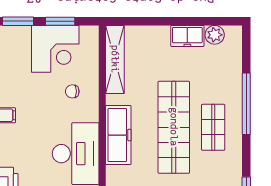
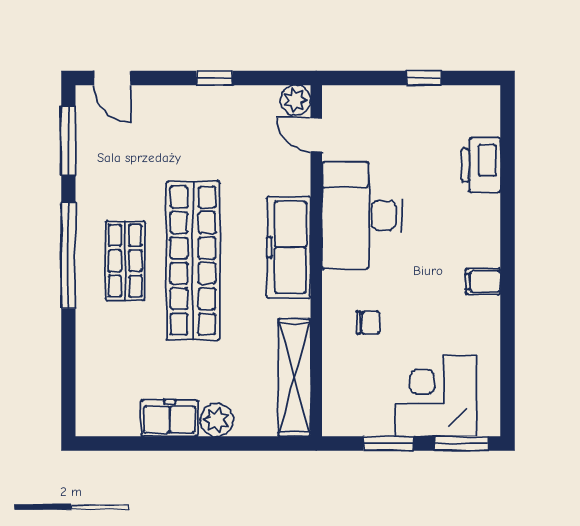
plant: (215, 35) -> (217, 420), moved
corner desk: (55, 49) -> (436, 396), moved
window: (246, 104) -> (68, 256), moved

